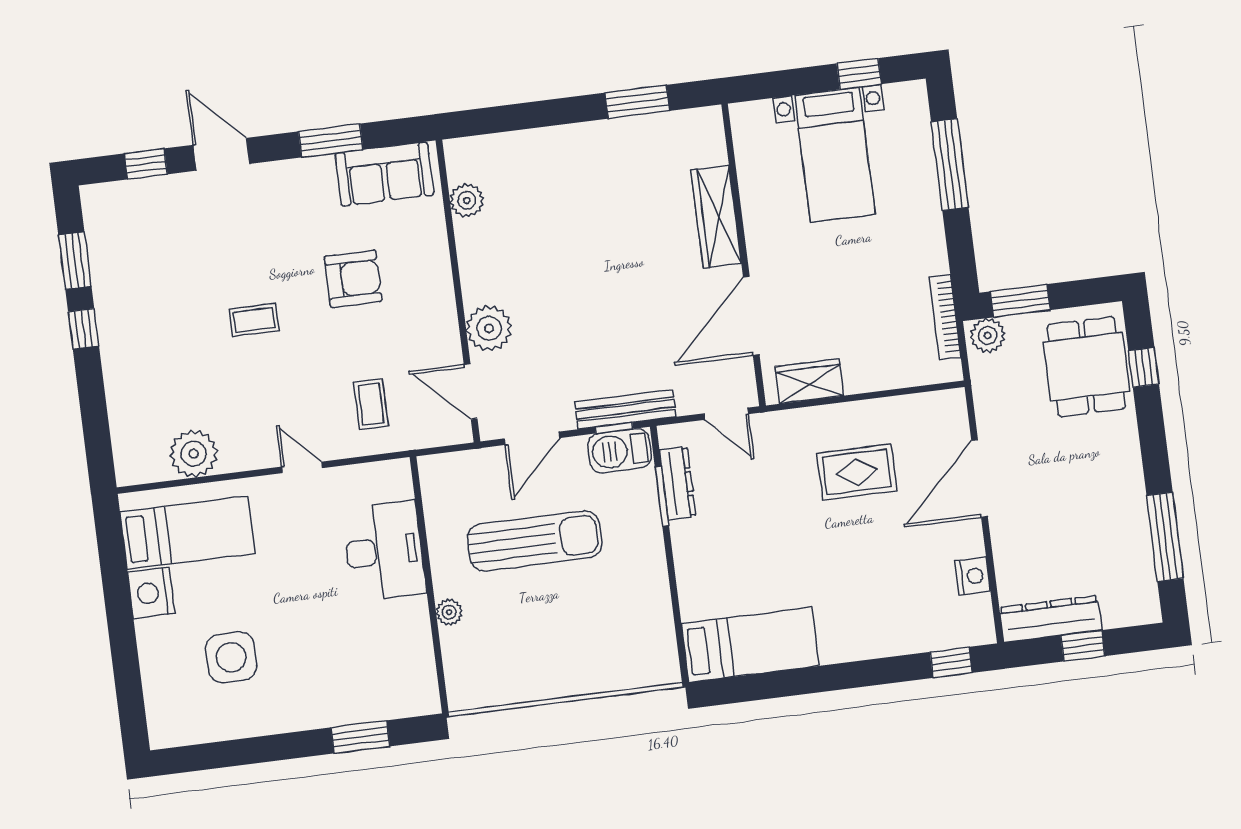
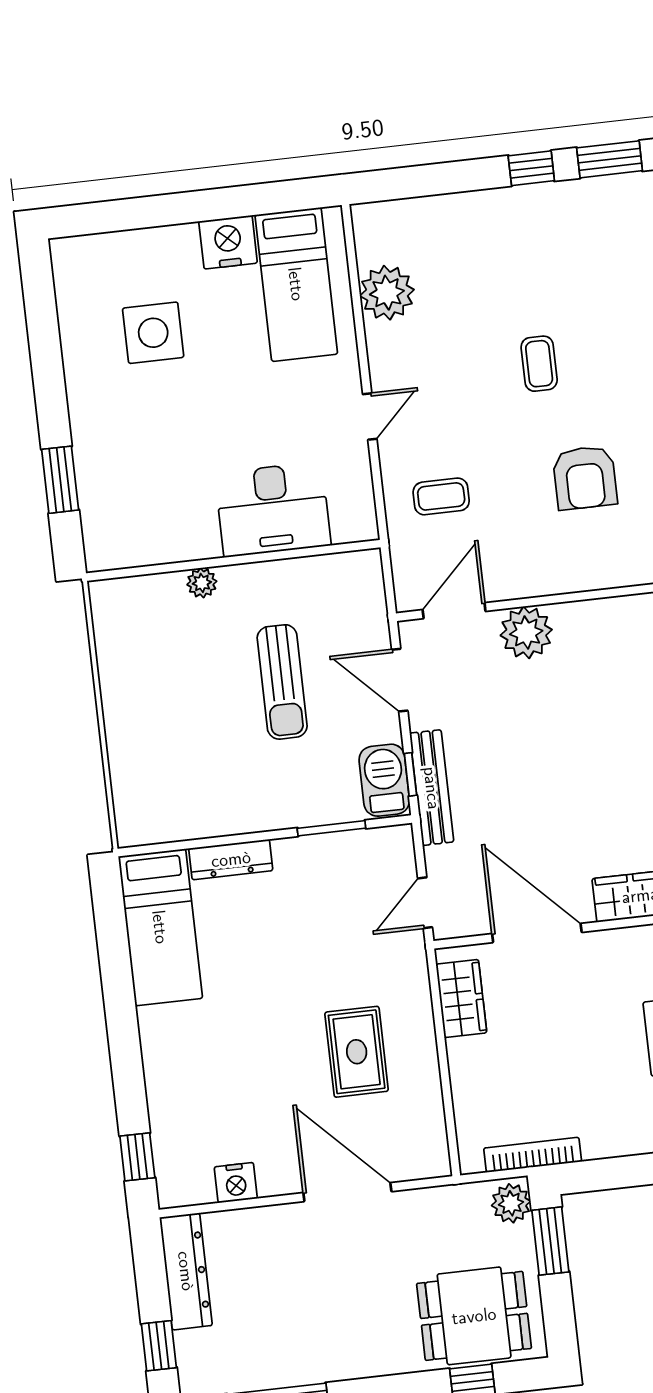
dresser: (678, 483) -> (231, 859), moved
sun lounger: (535, 541) -> (282, 682), width x0.73, depth x0.75
window: (1083, 646) -> (159, 1346), moved

